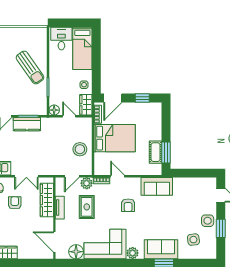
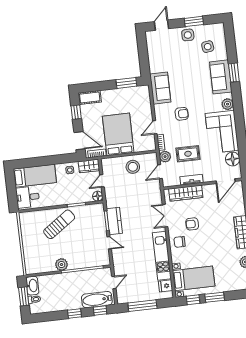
cot: (156, 152) -> (90, 97), moved
double door: (26, 176) -> (165, 216), swing flipped
door: (72, 176) -> (160, 172), swing flipped

